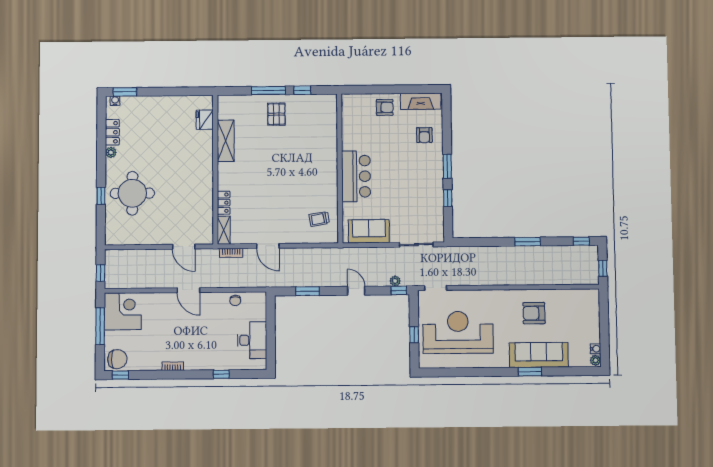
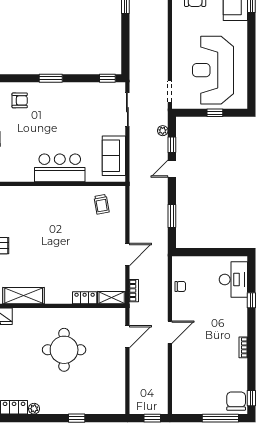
round table: (132, 193) -> (64, 350), moved
window: (448, 198) -> (107, 78), moved
window: (399, 290) -> (172, 145), moved
corner desk: (123, 311) -> (190, 396), removed
window: (100, 326) -> (220, 418), moved
desk: (252, 340) -> (233, 279), moved, turned 90

